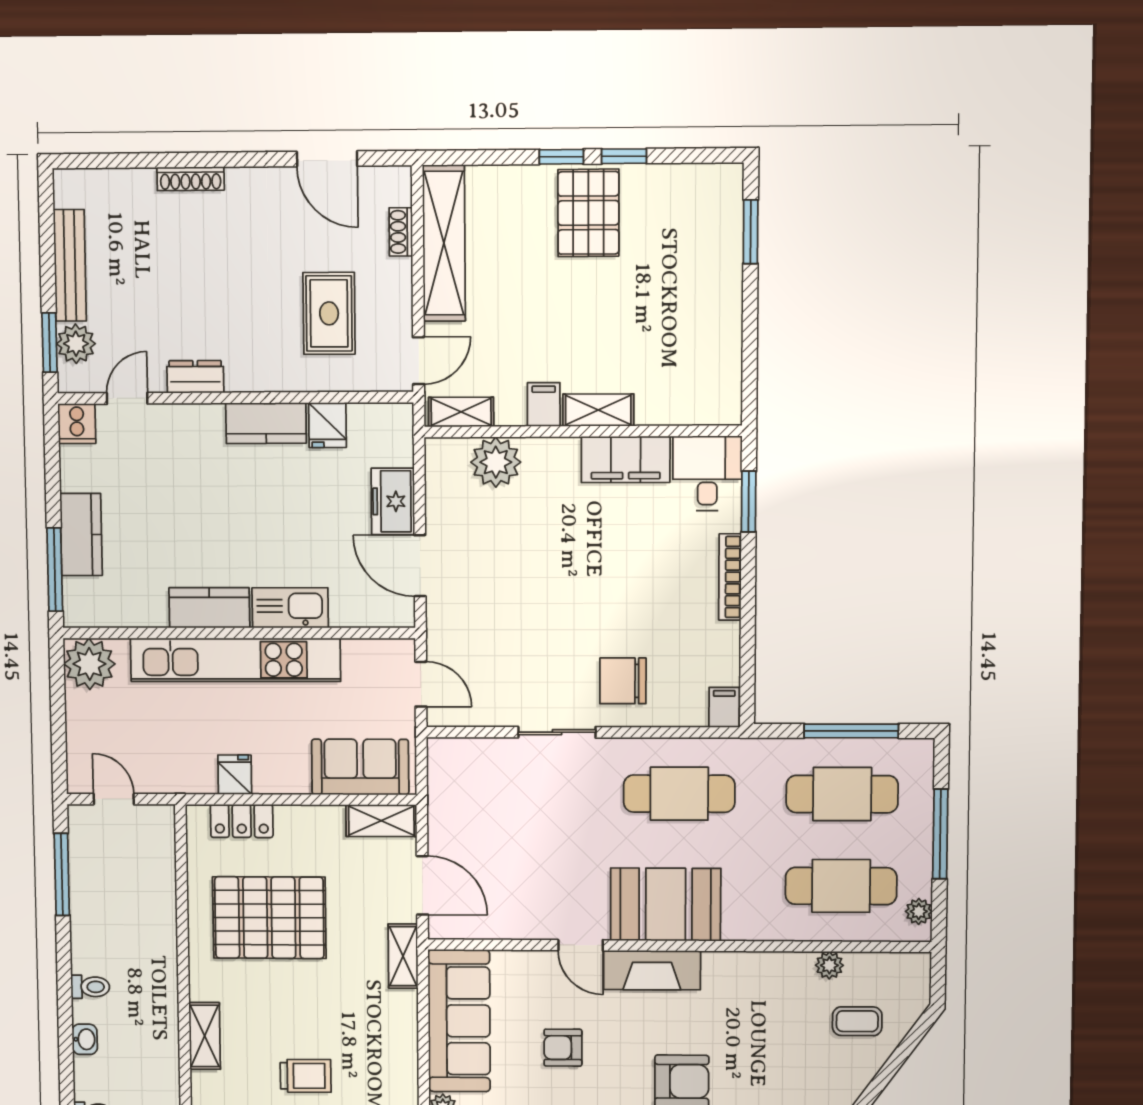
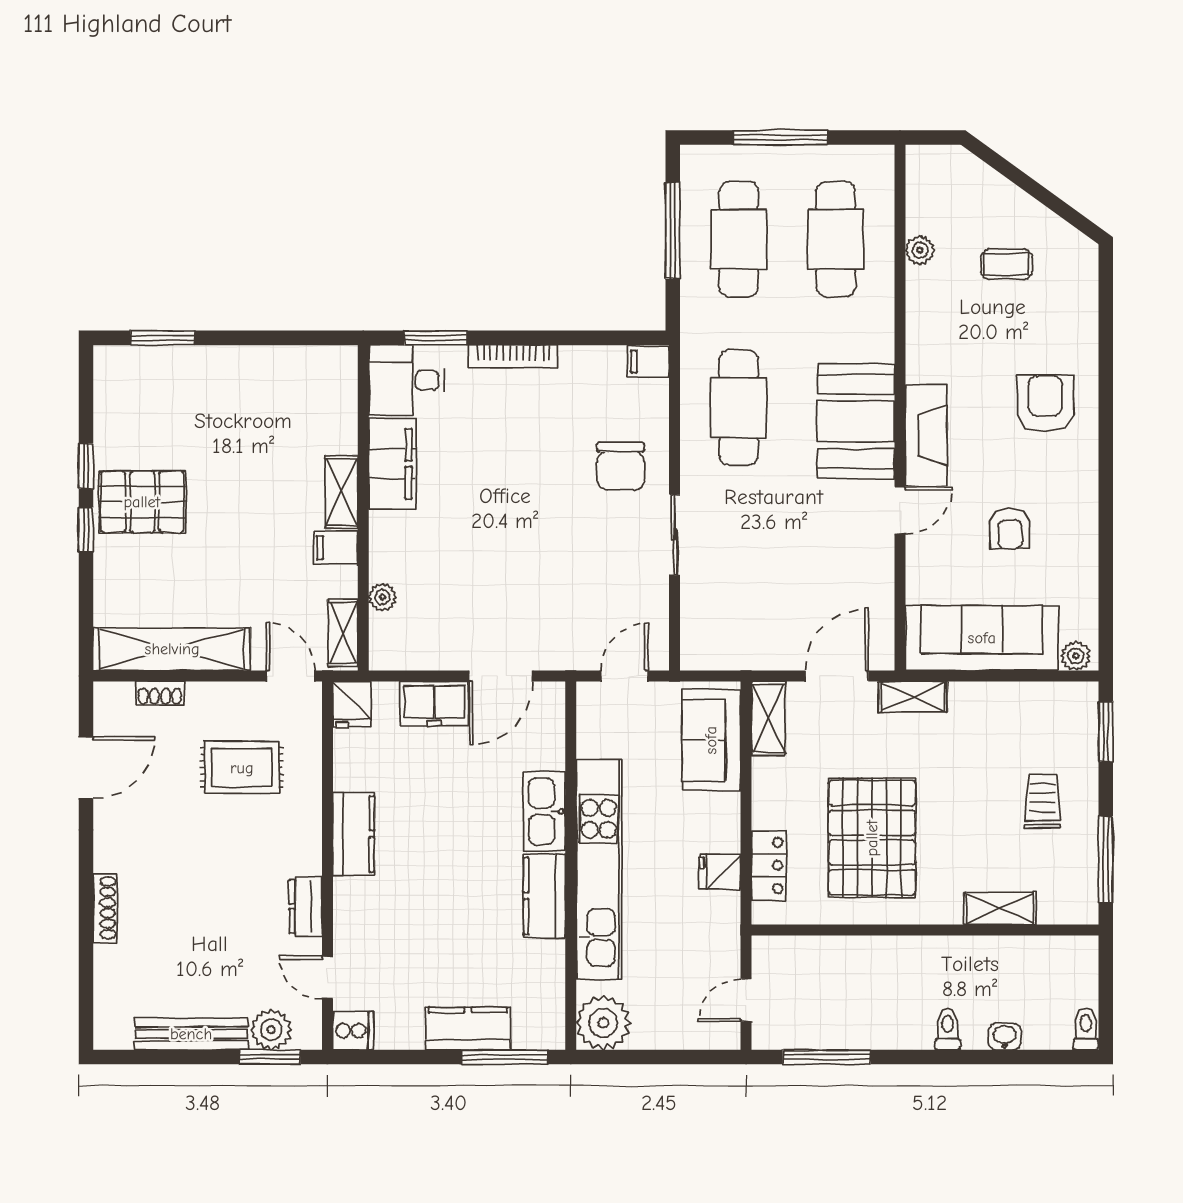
fridge: (327, 425) -> (352, 704), moved, turned 90
plant: (496, 462) -> (382, 597), width x0.53, depth x0.53
plant: (919, 911) -> (862, 158), removed
coffee table: (857, 1021) -> (1006, 264), moved, turned 90

